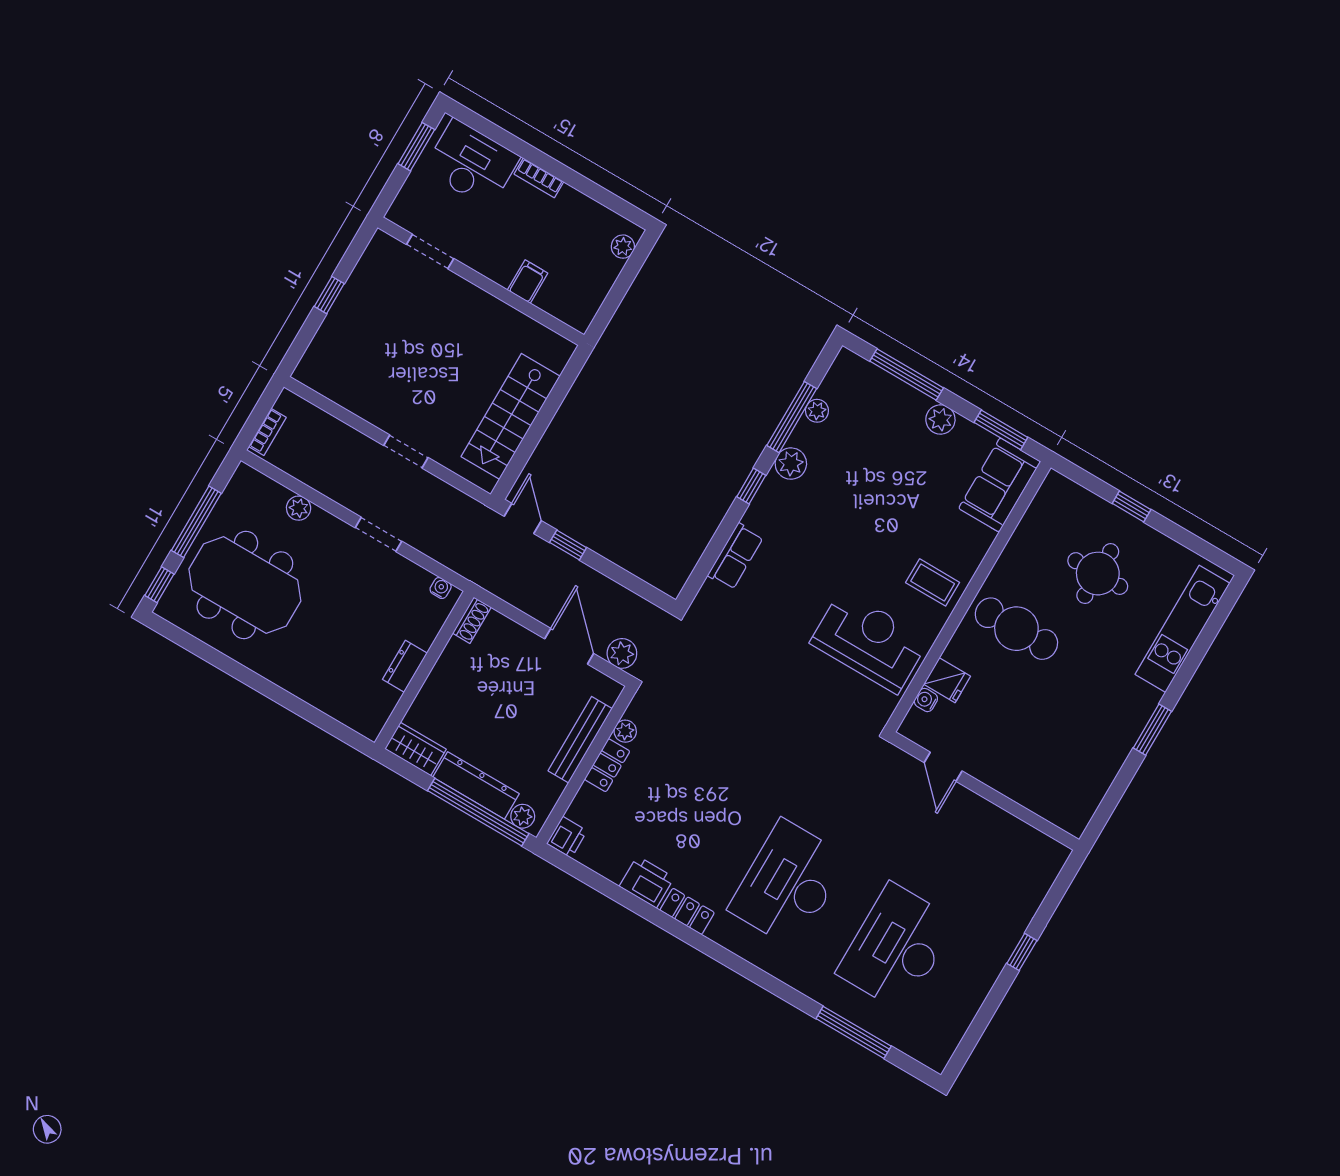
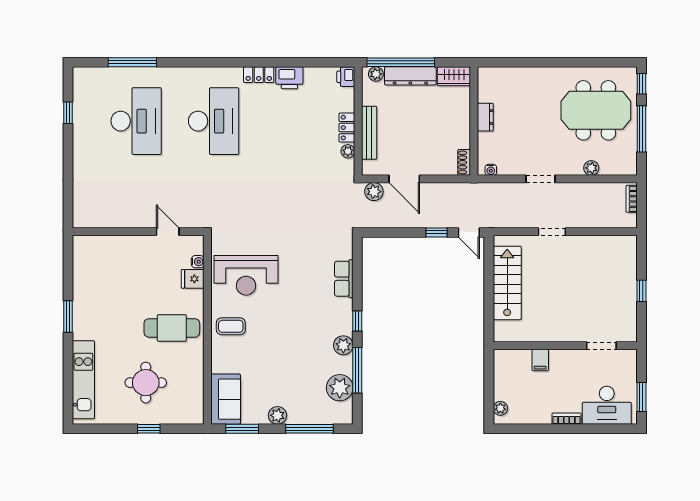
plant: (817, 411) -> (340, 388), width x1.88, depth x1.88
window: (1022, 952) -> (68, 113), moved

